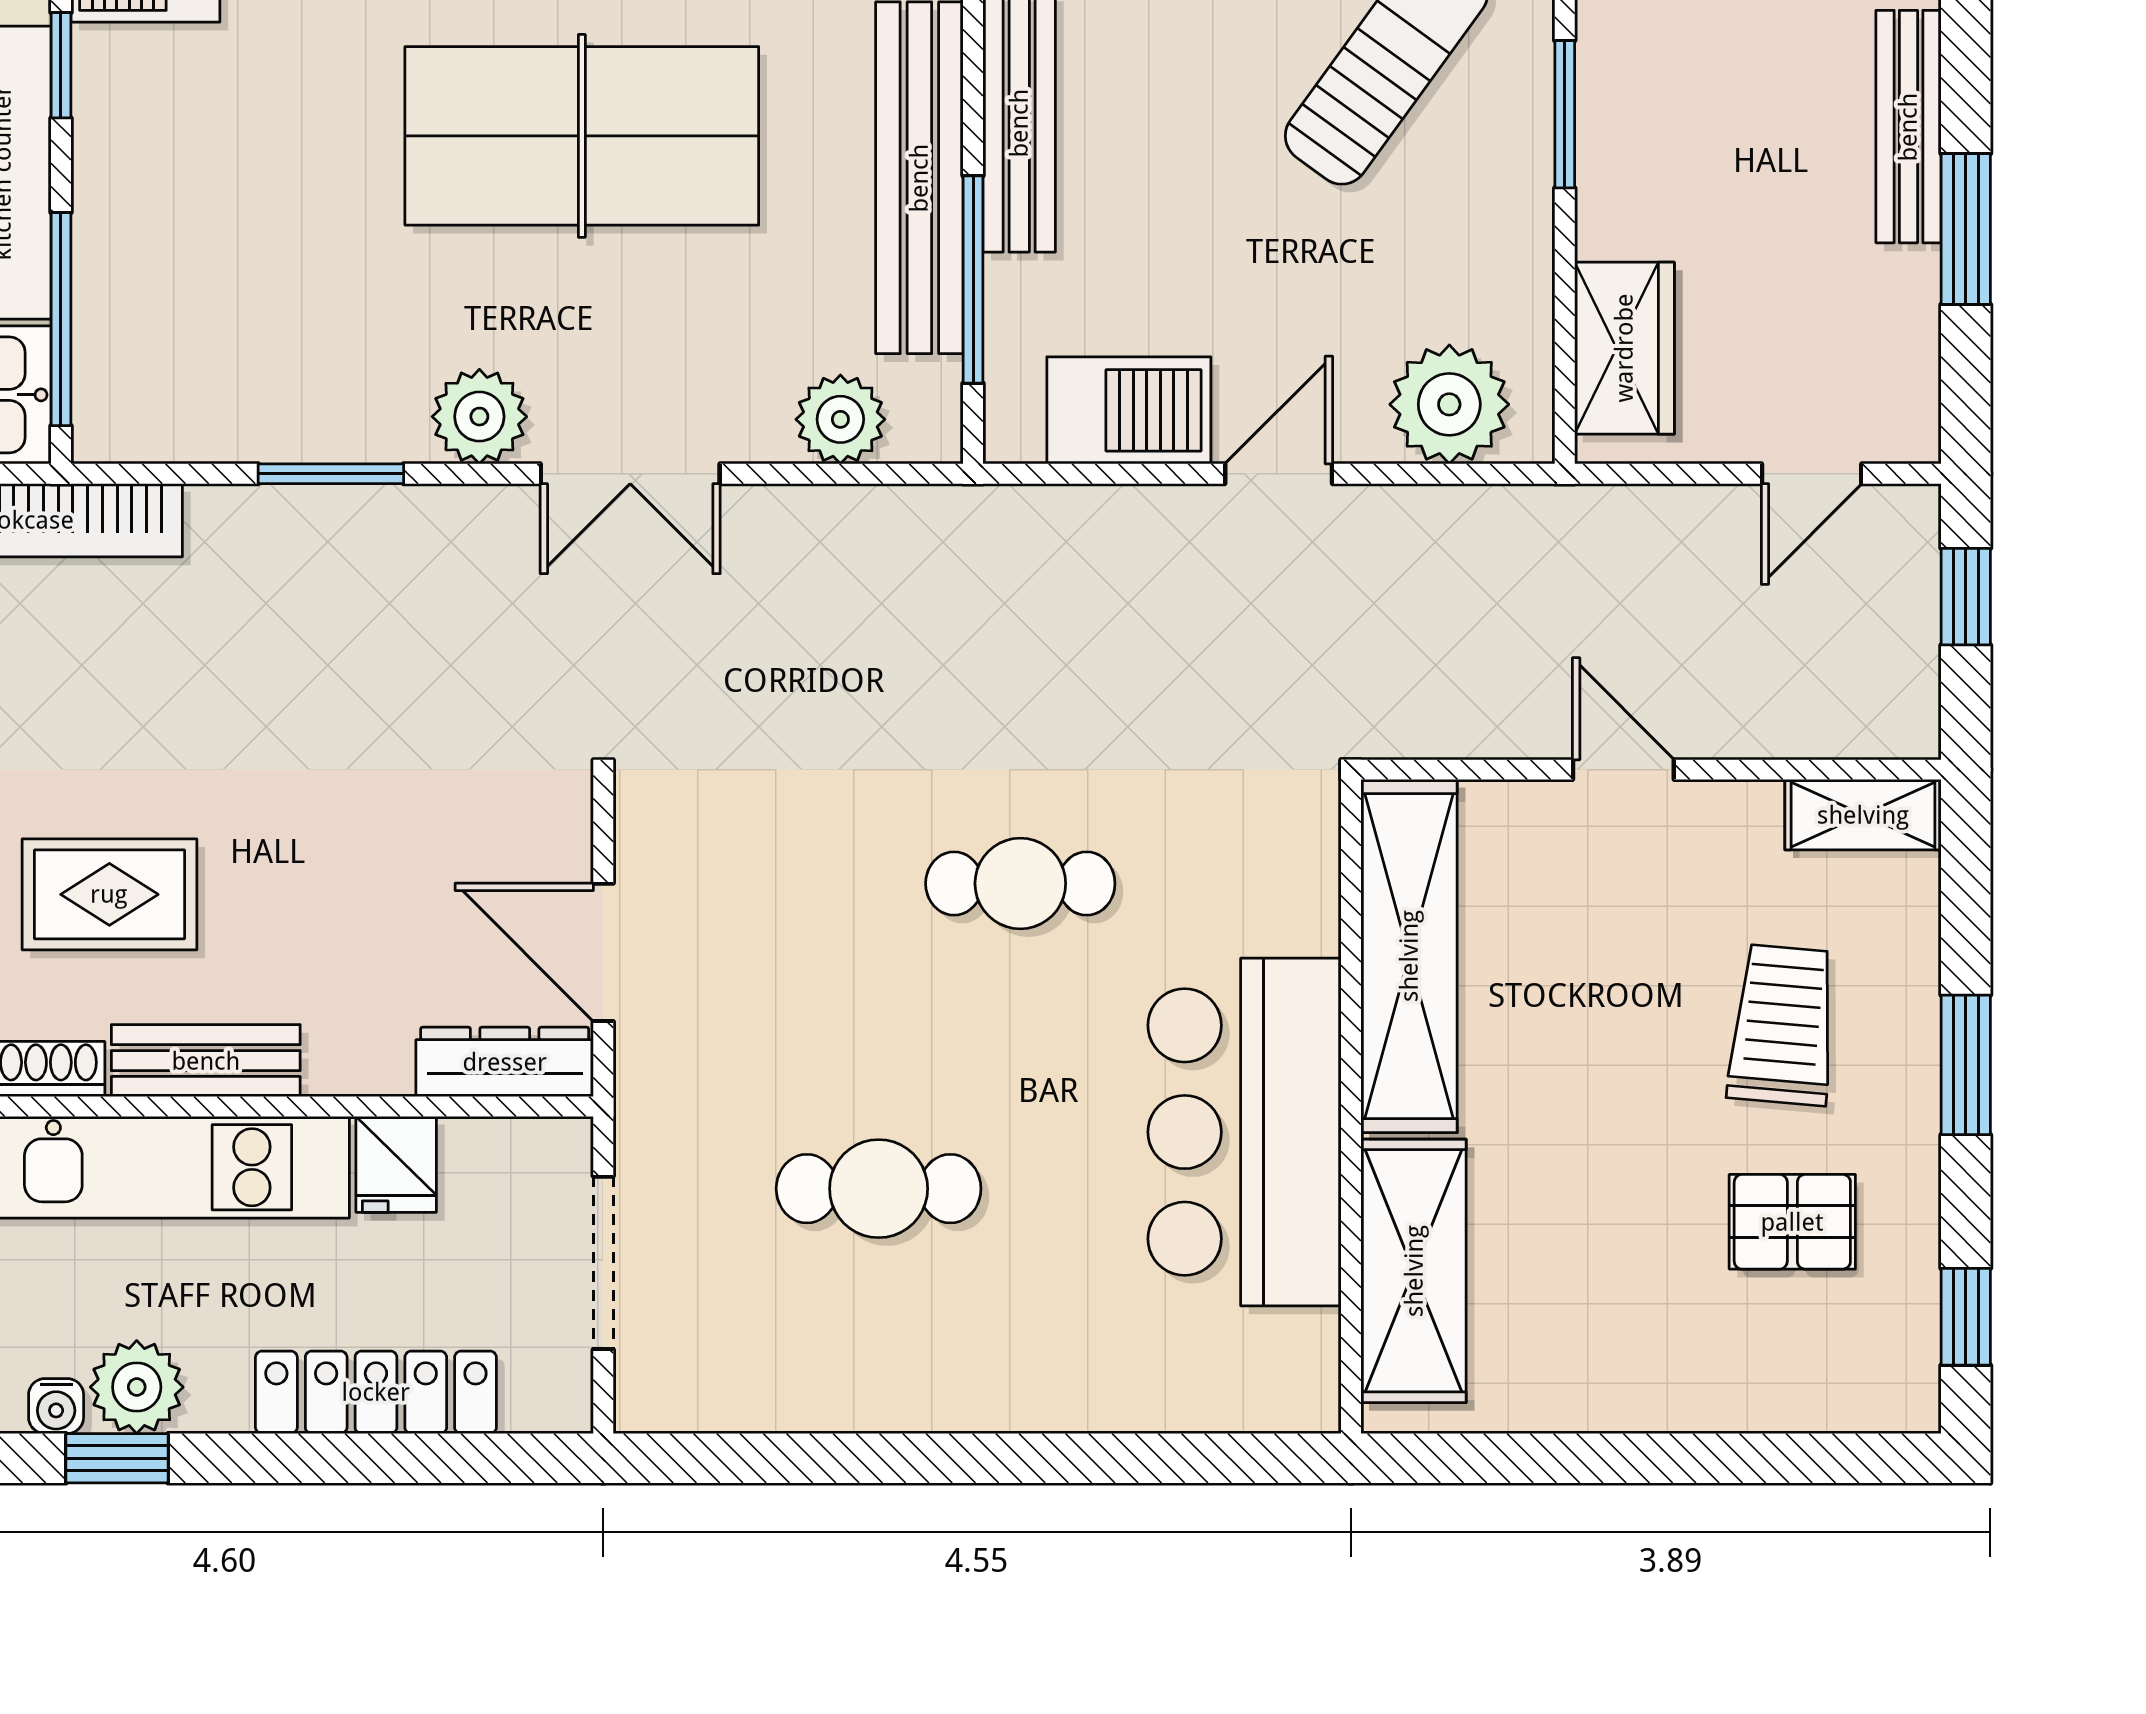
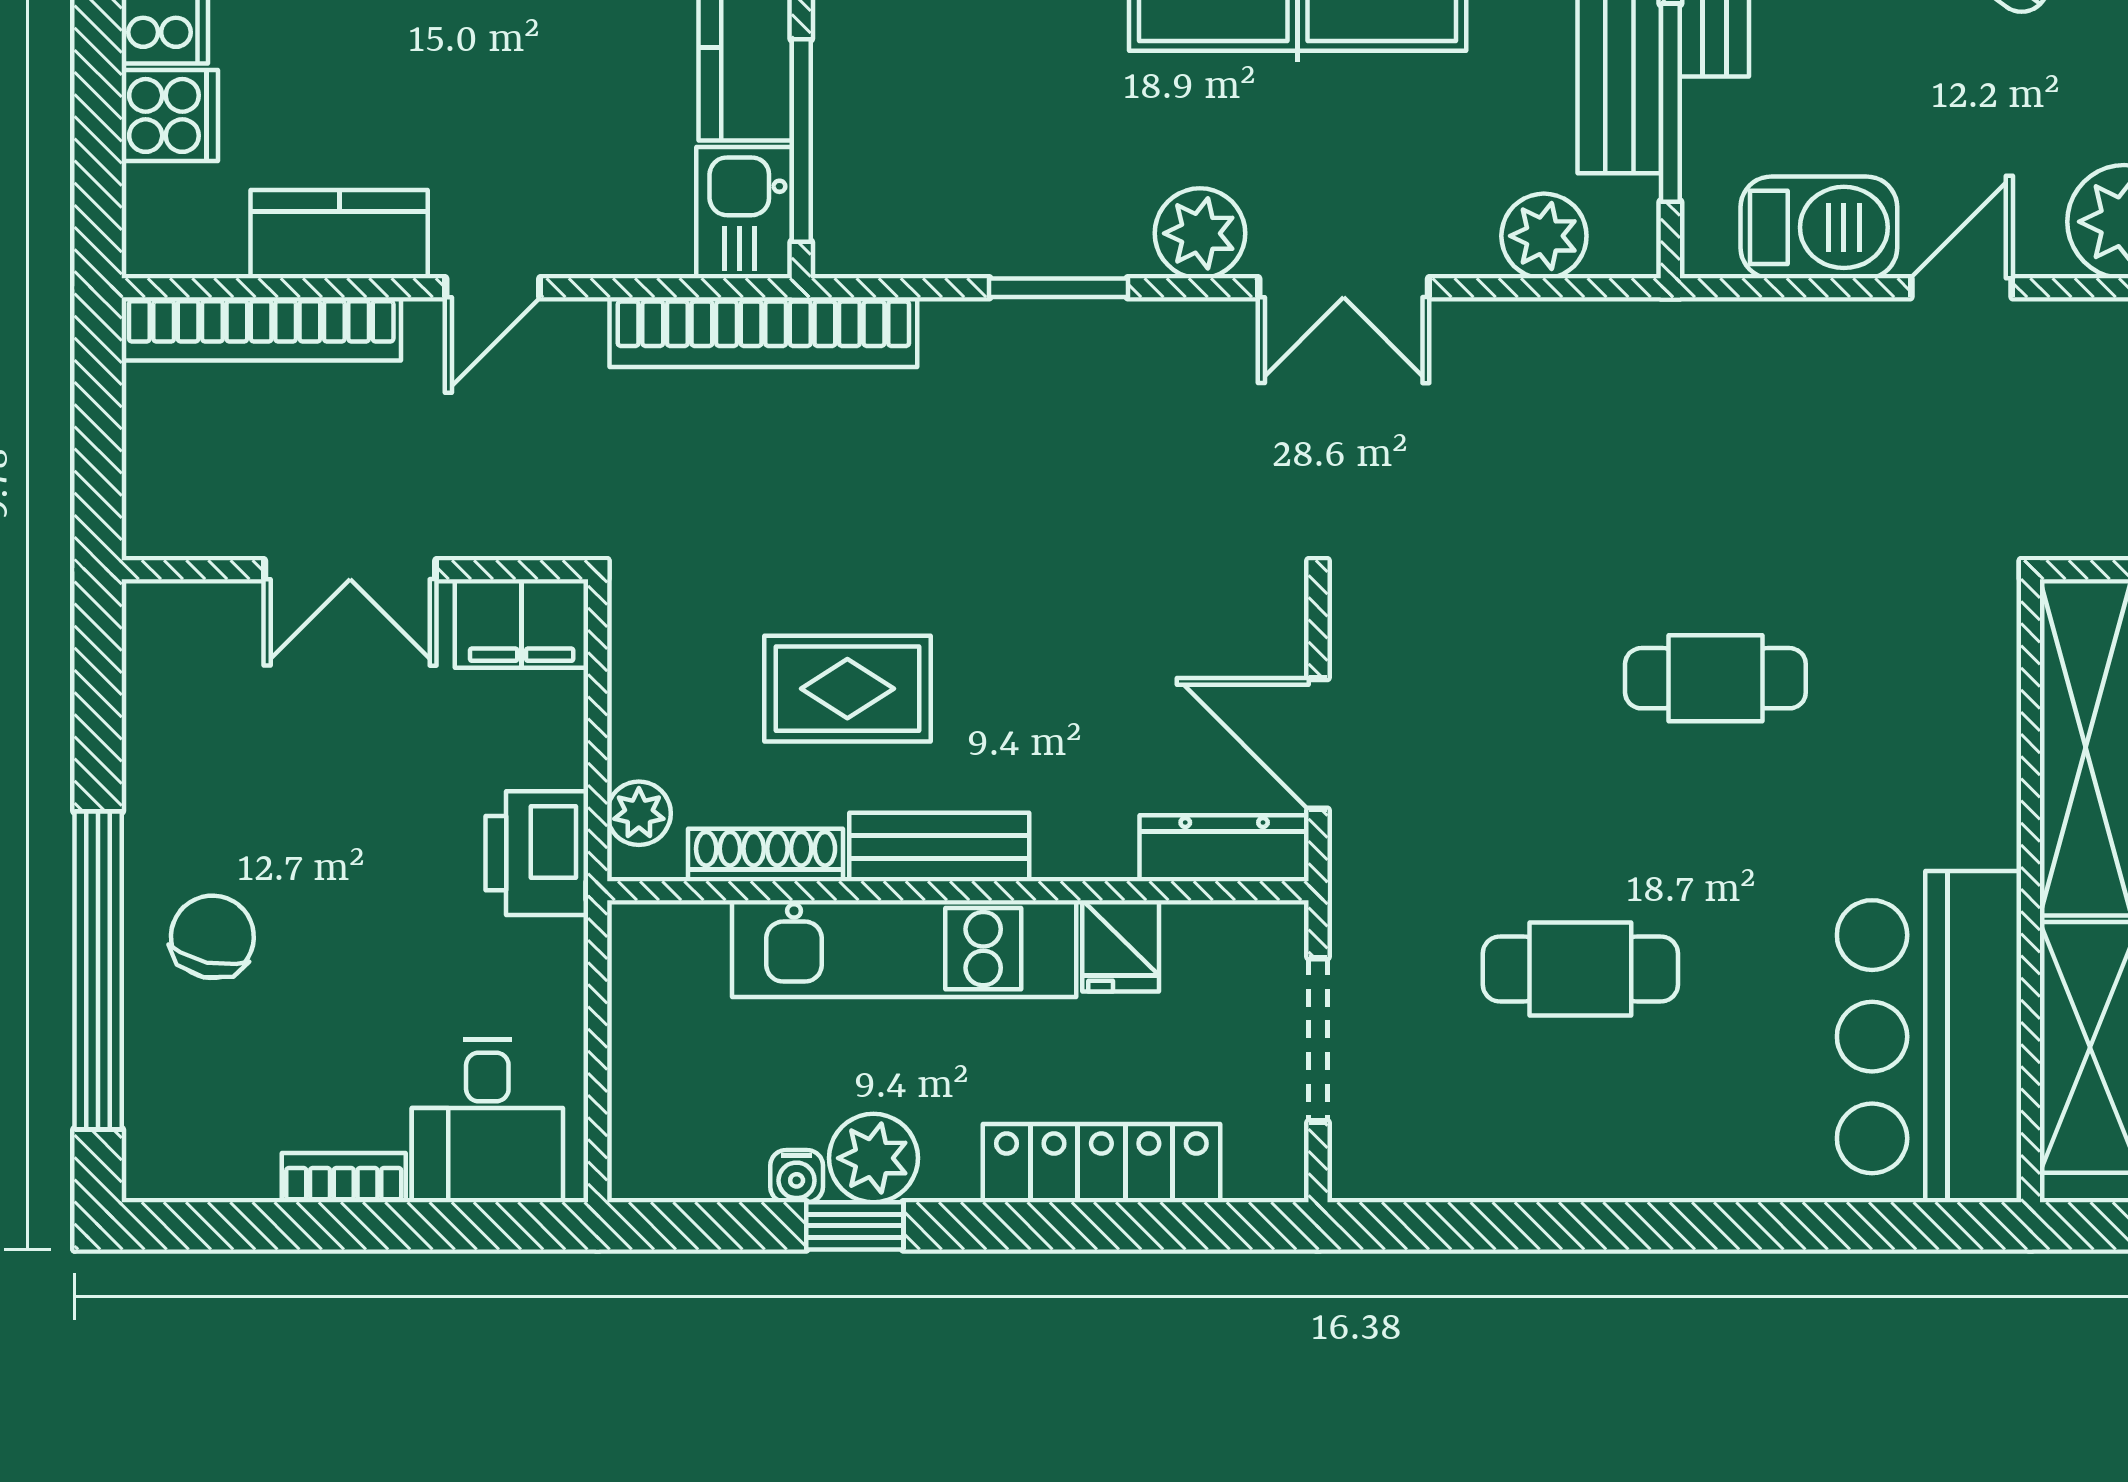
bar counter: (1245, 1132) -> (1929, 1037), moved

